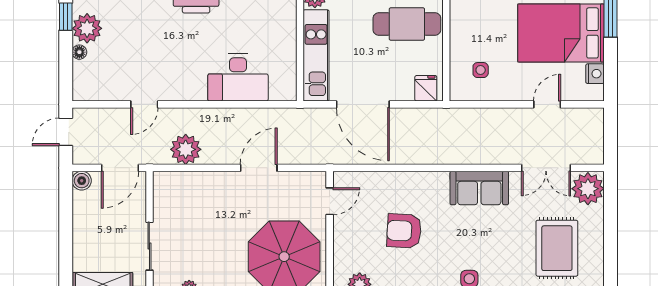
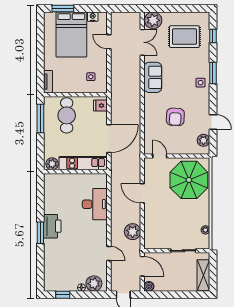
plant: (87, 28) -> (94, 284), moved

